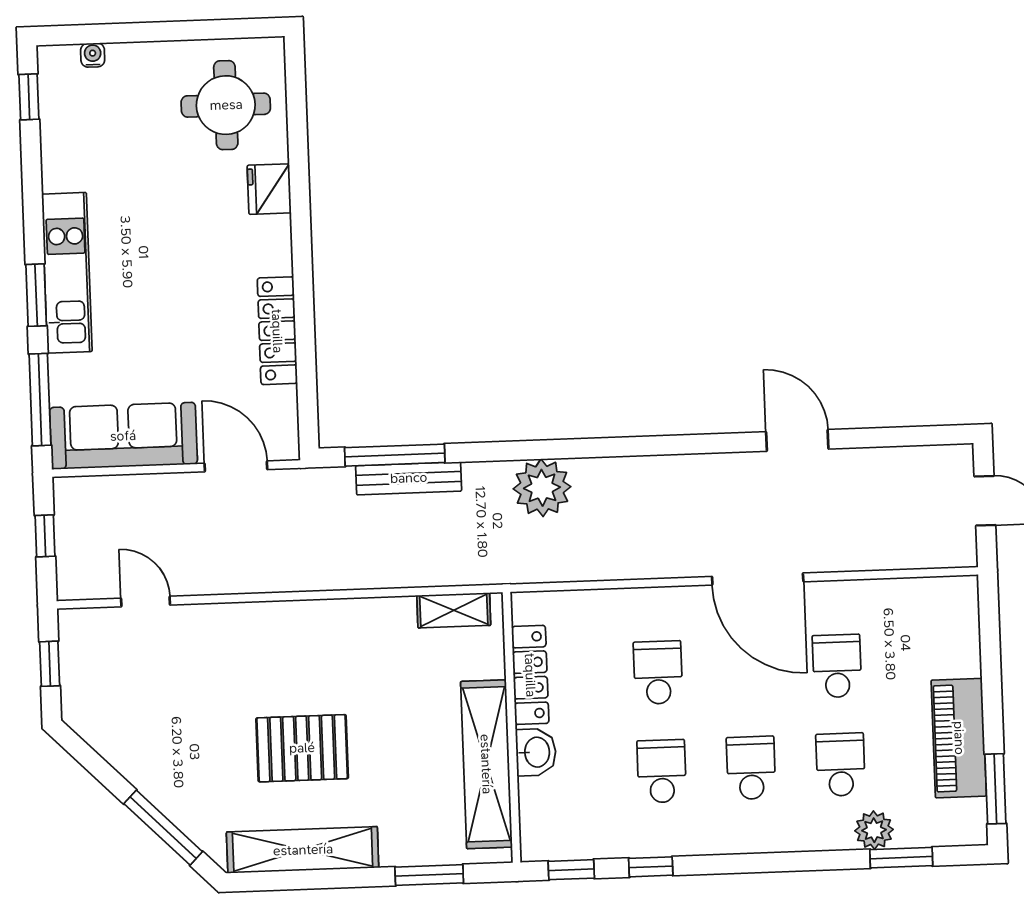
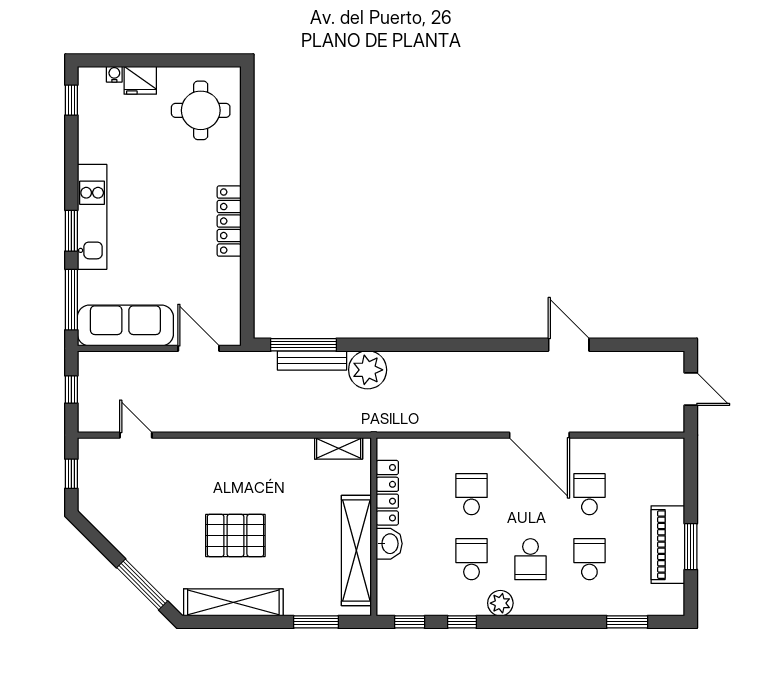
fridge: (269, 189) -> (140, 80), moved, turned -90
locker: (277, 331) -> (229, 221), moved
plant: (542, 488) -> (368, 370), moved
school desk: (751, 768) -> (530, 559), turned 180
window: (995, 789) -> (691, 547), moved
plant: (874, 830) -> (500, 603), moved

